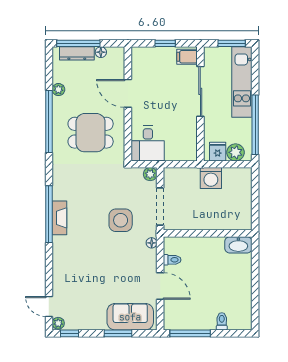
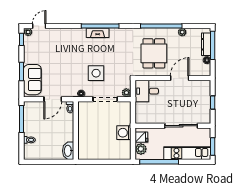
filing cabinet: (187, 57) -> (204, 117), removed
wall: (208, 233) -> (76, 131), moved
washbasin: (238, 245) -> (68, 151), moved

